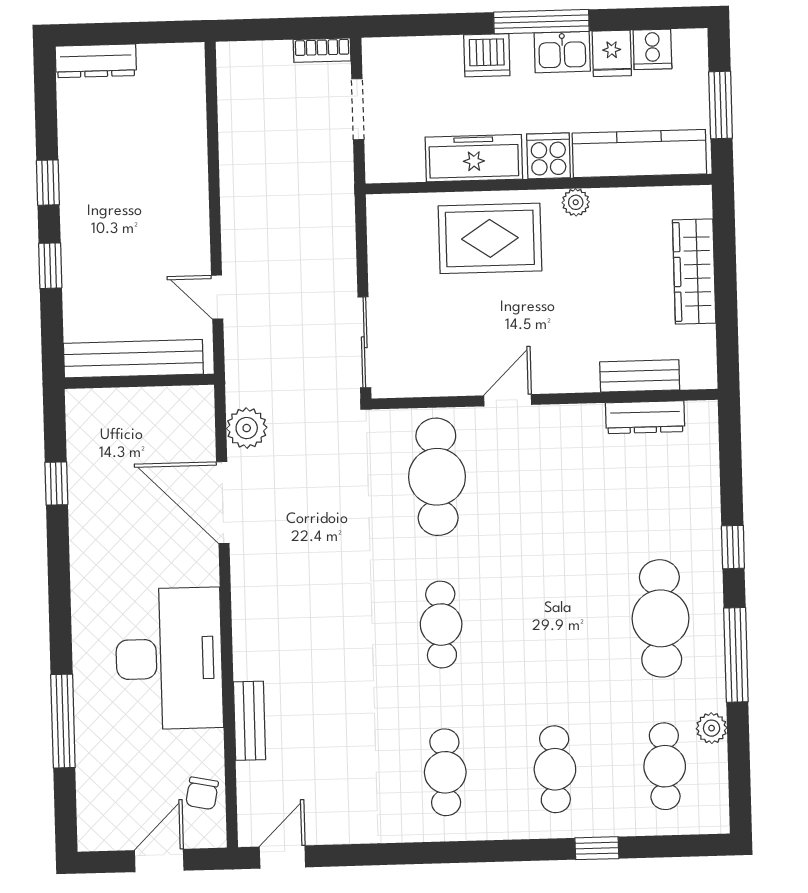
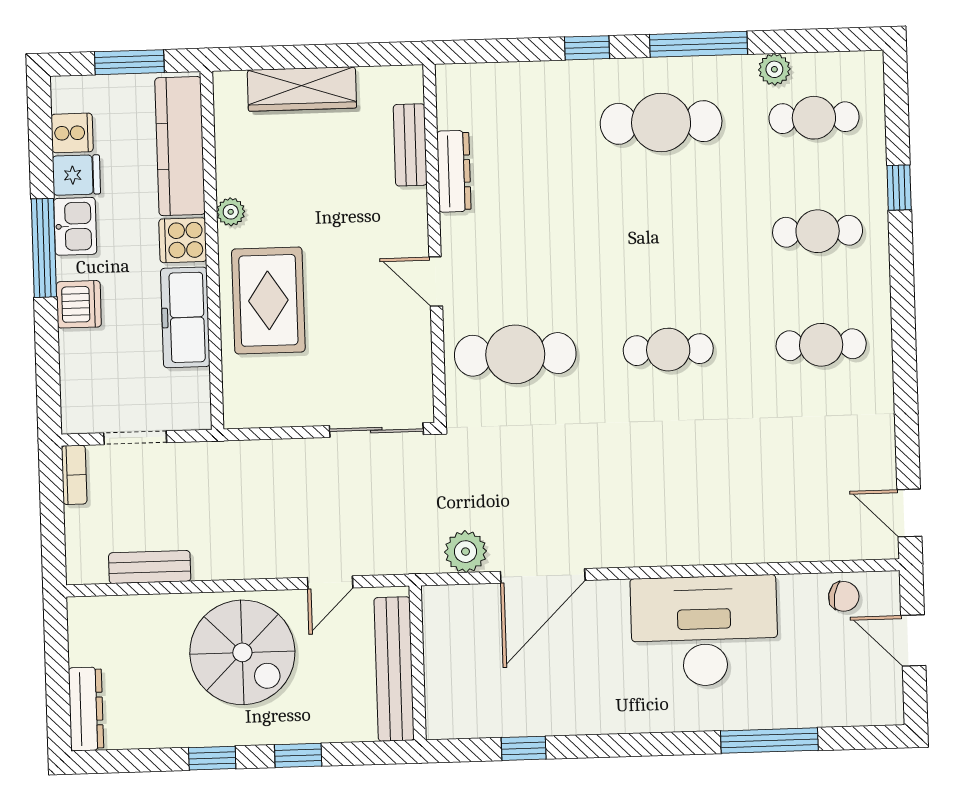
spiral stairs: (150, 212) -> (242, 652), added
dresser: (645, 417) -> (454, 171), moved
bench: (249, 721) -> (150, 567), moved

